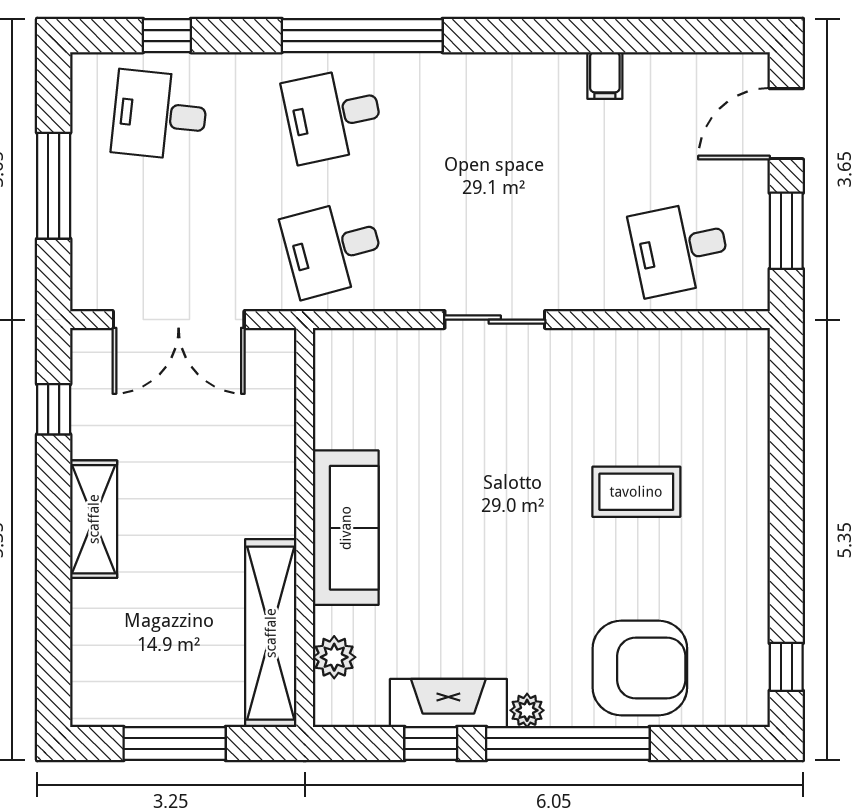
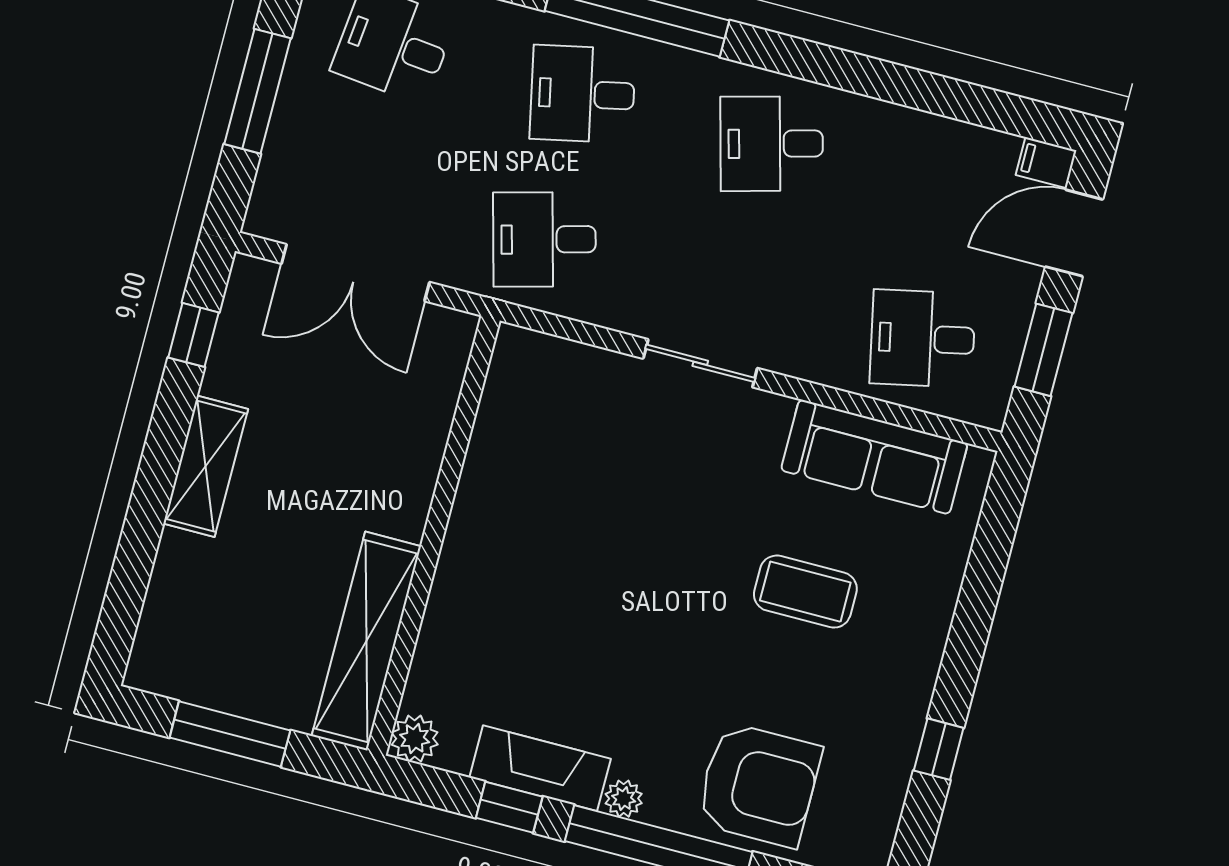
filing cabinet: (605, 75) -> (1046, 163), moved, turned 90
desk: (507, 115) -> (772, 144), added
sofa: (346, 528) -> (874, 457), moved, turned 90
plant: (334, 657) -> (415, 738), moved
window: (786, 667) -> (939, 749), moved

